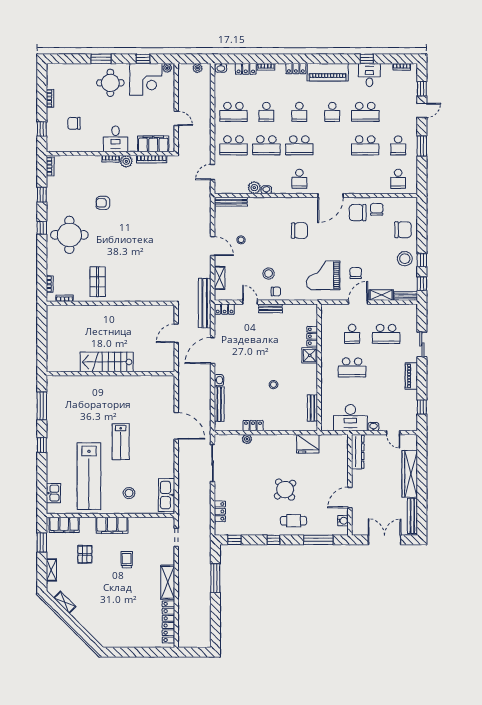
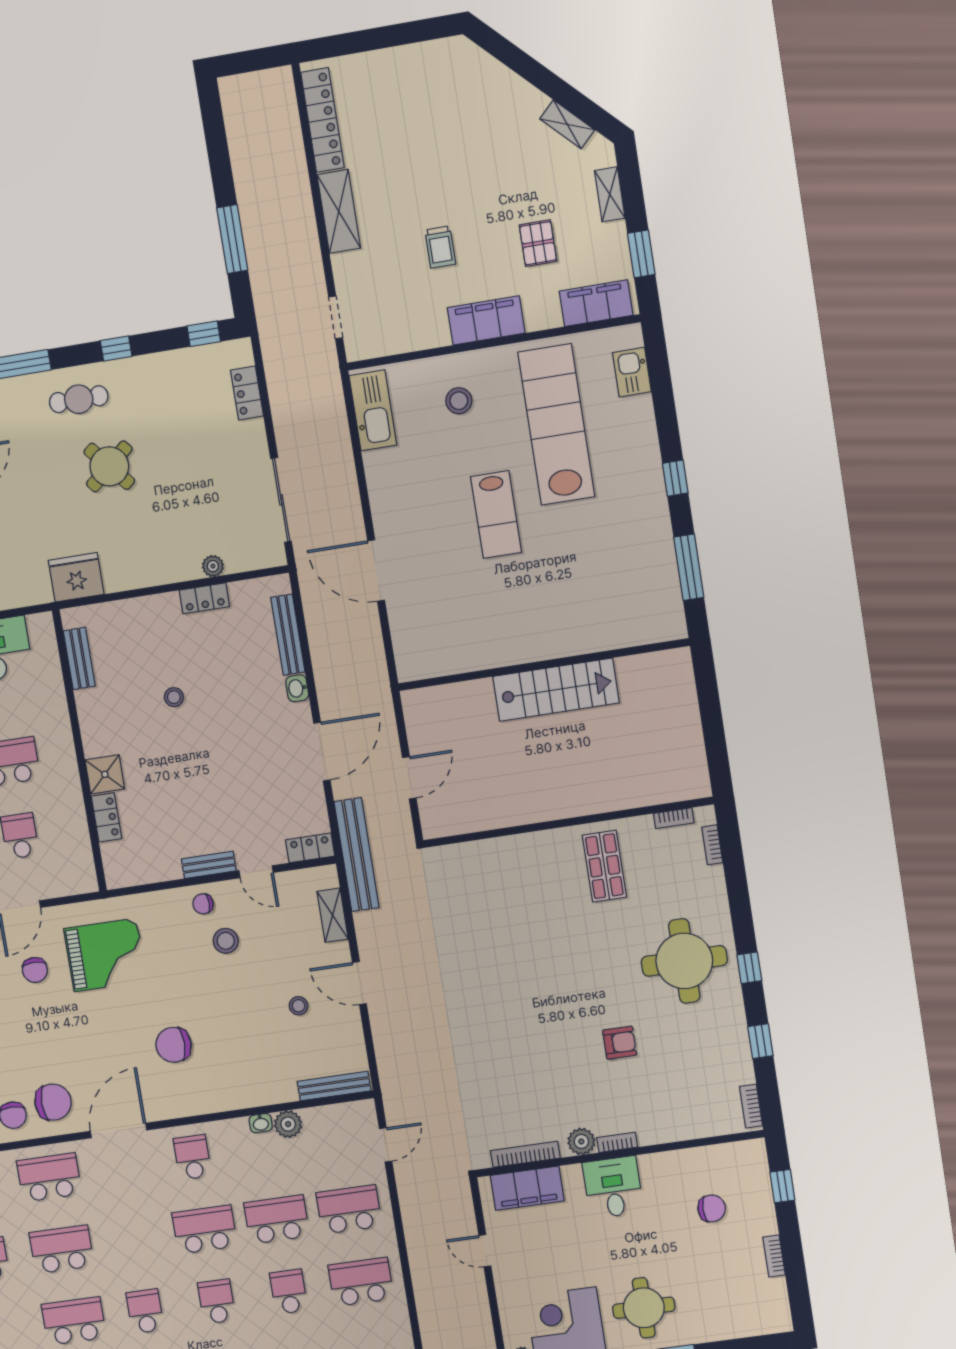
school desk: (365, 179) -> (49, 1177), added
lab bench: (121, 442) -> (496, 515), turned 180

